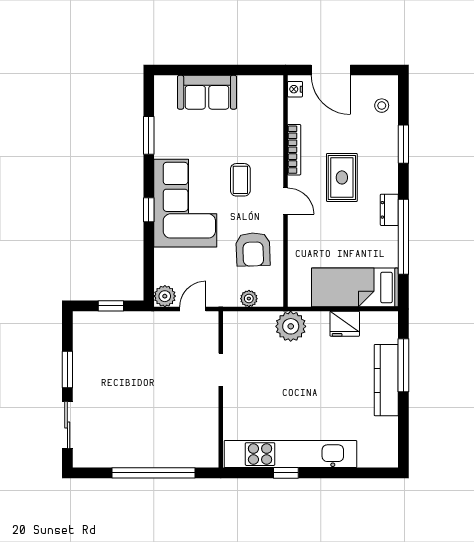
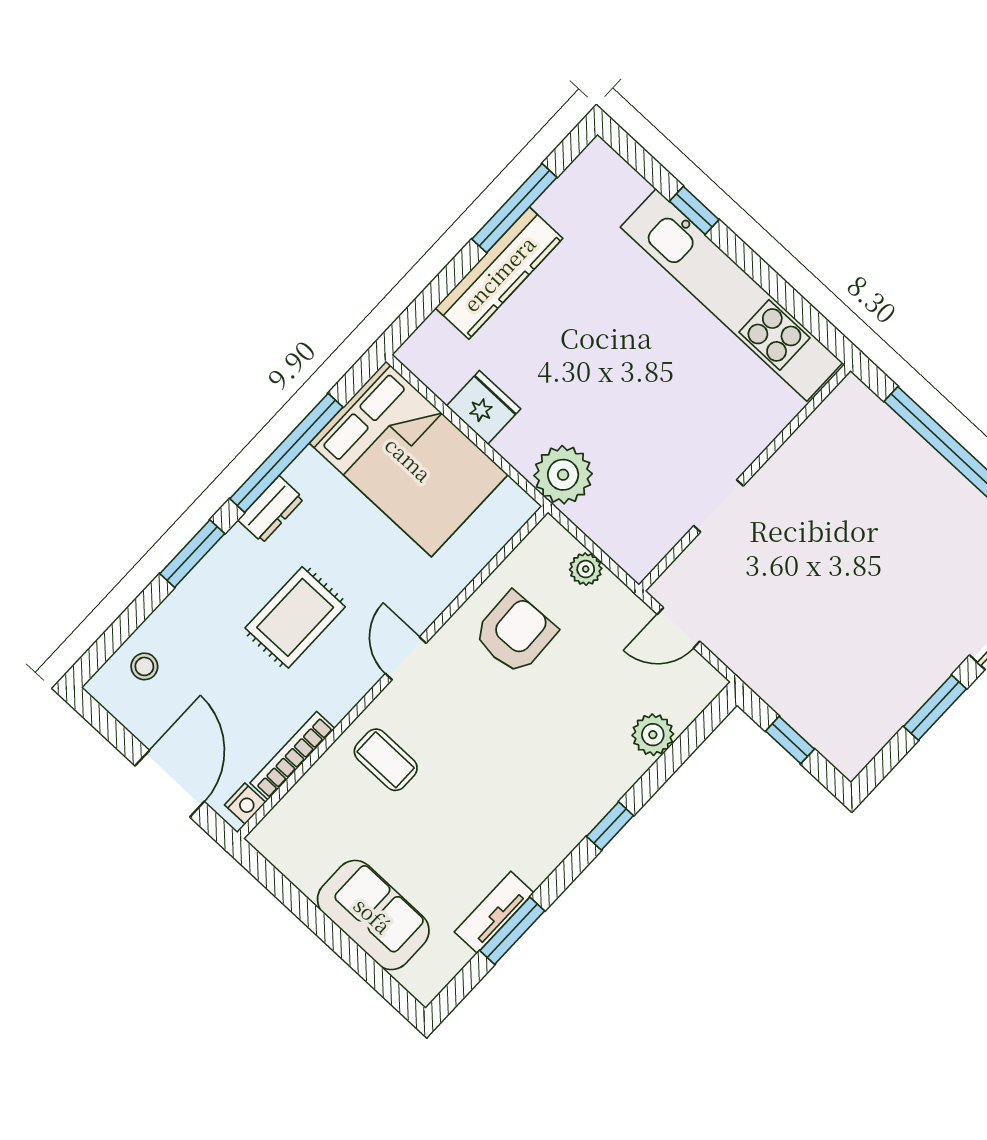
tv unit: (162, 136) -> (494, 912), added
window: (403, 144) -> (192, 554), moved
bookcase: (294, 150) -> (292, 756), moved
coffee table: (240, 180) -> (386, 760), moved, turned 90
corner sofa: (185, 203) -> (550, 787), removed
bed: (355, 287) -> (409, 459), width x1.50
plant: (165, 296) -> (653, 735), moved
window: (403, 365) -> (514, 208), moved
window: (286, 473) -> (694, 210), moved

